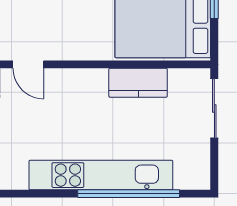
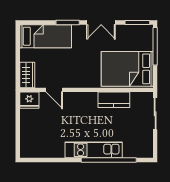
kitchen unit: (101, 175) -> (94, 150), width x0.73

